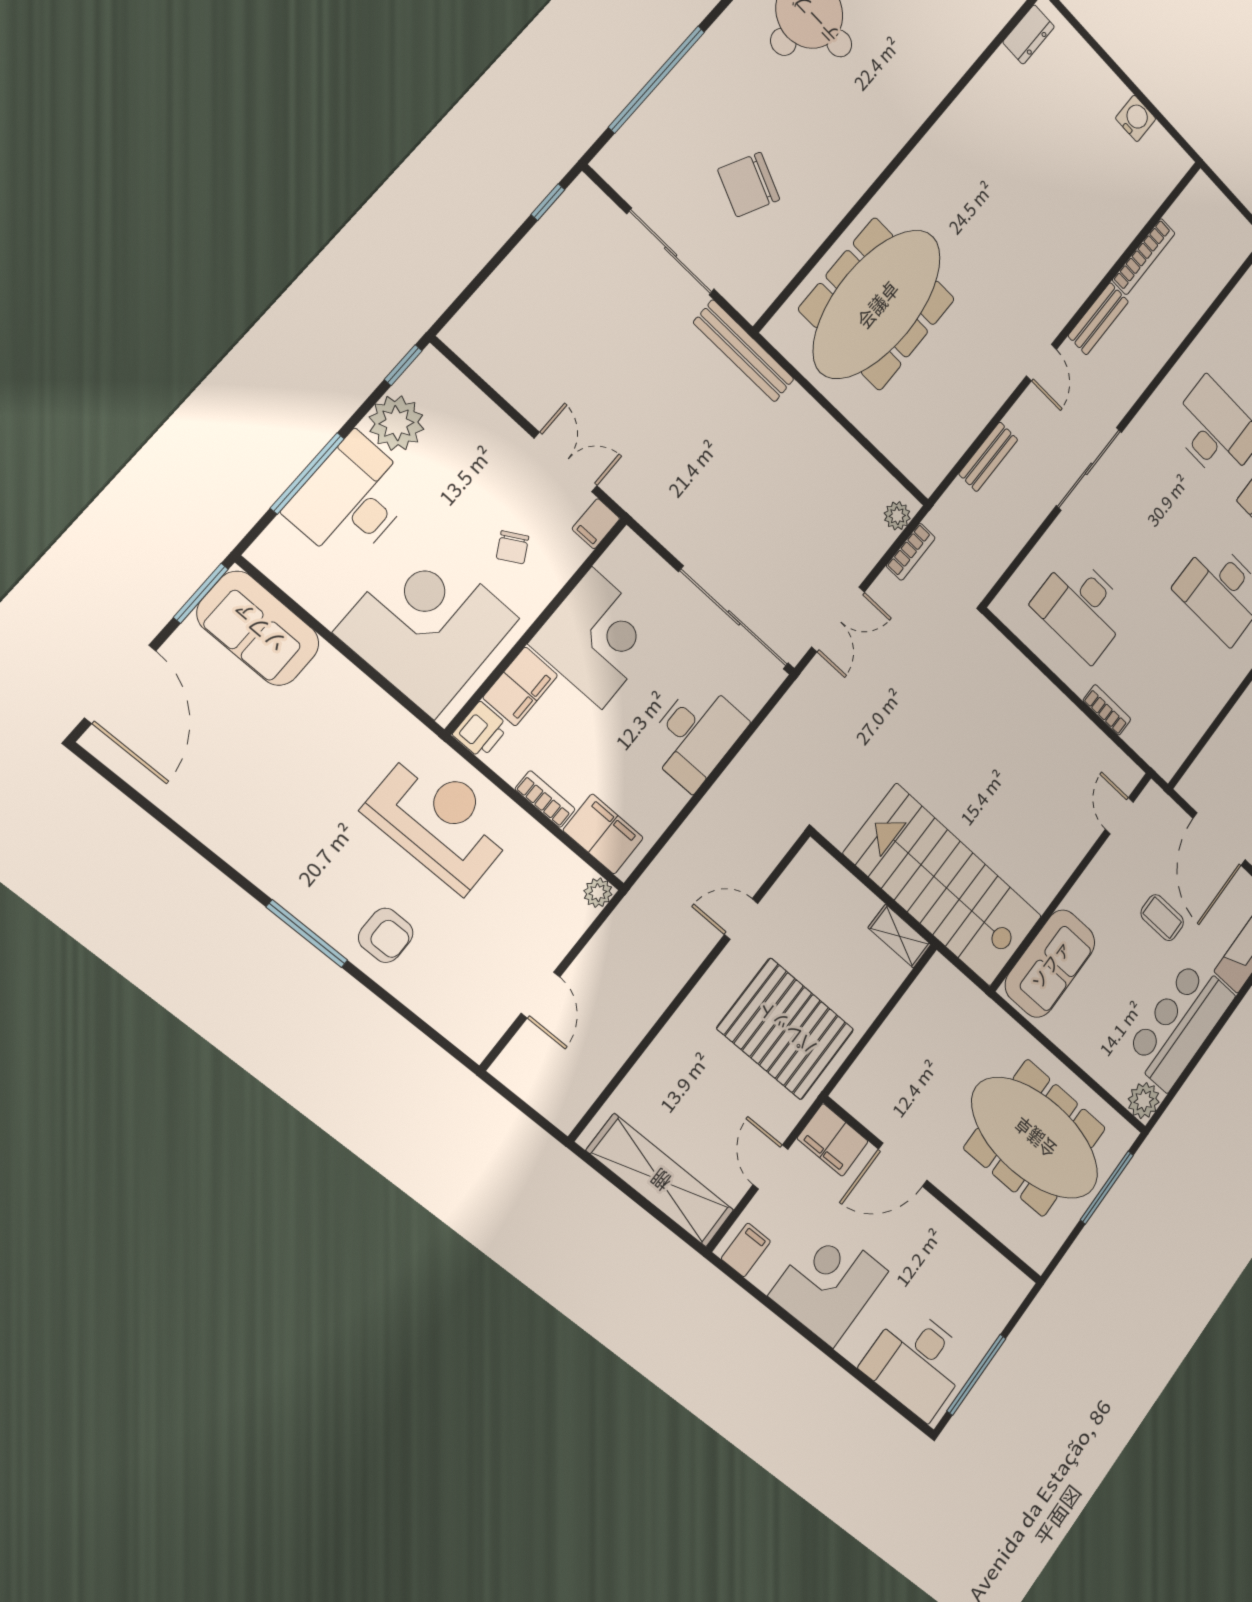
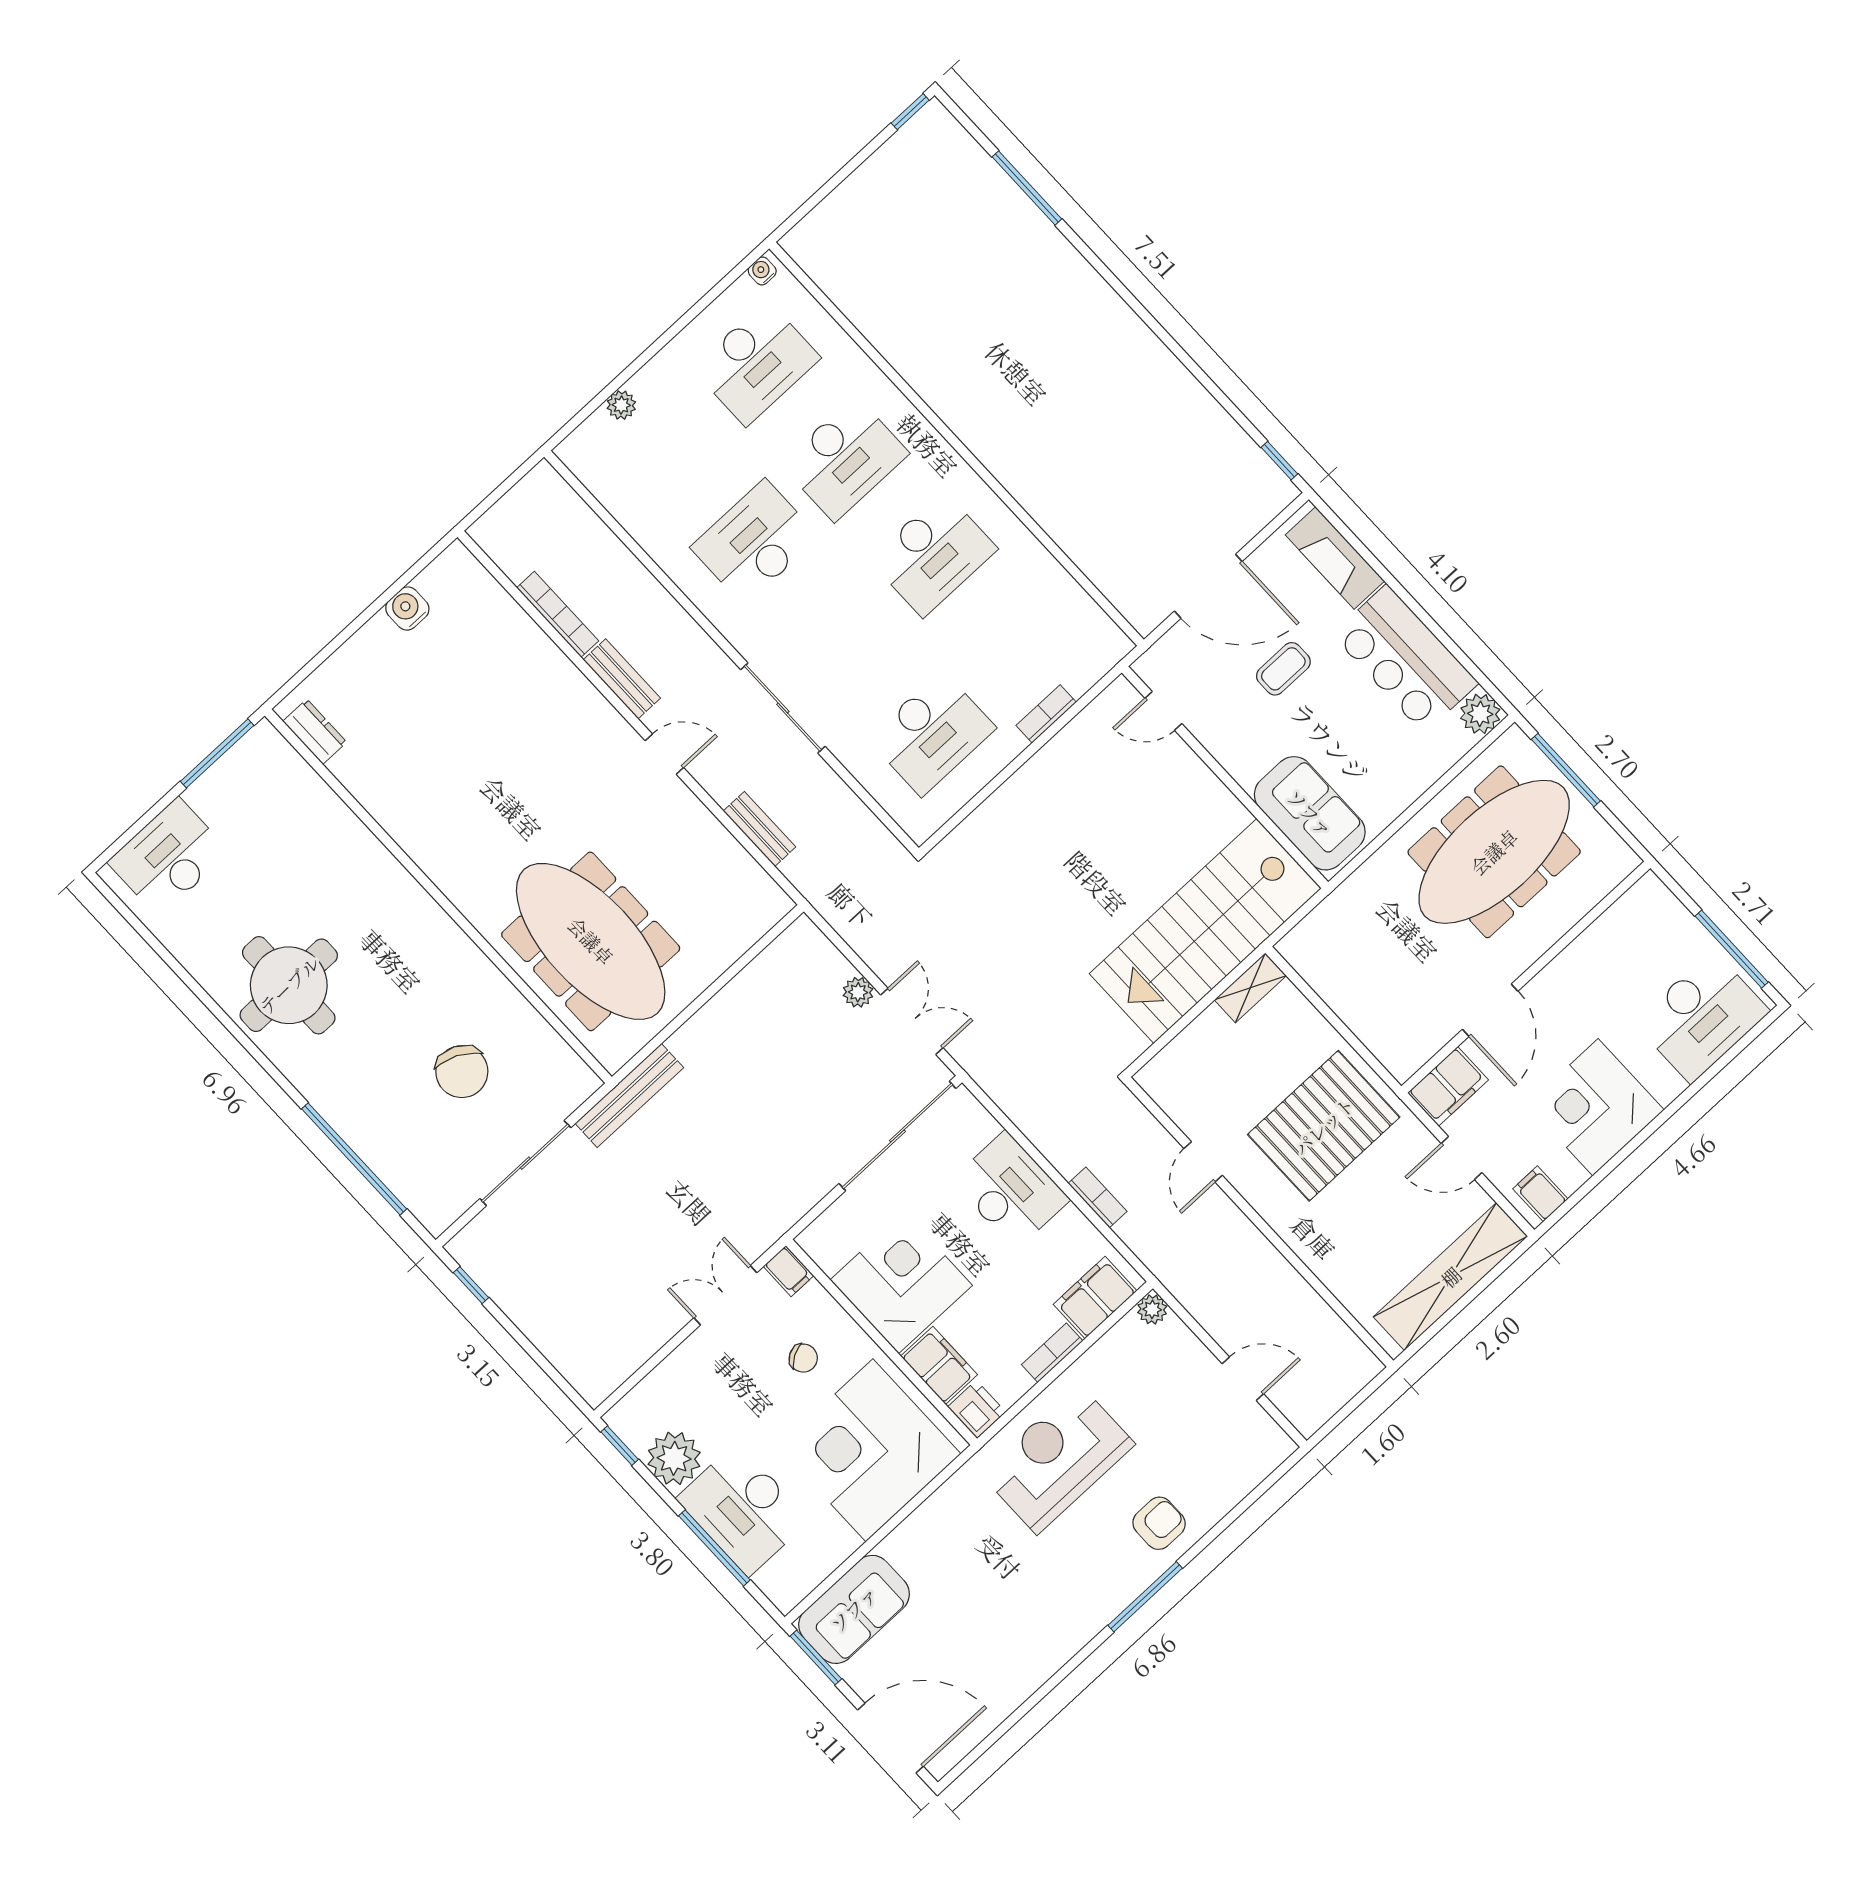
plant: (897, 516) -> (858, 992), moved
bookcase: (911, 552) -> (1098, 1197), moved

